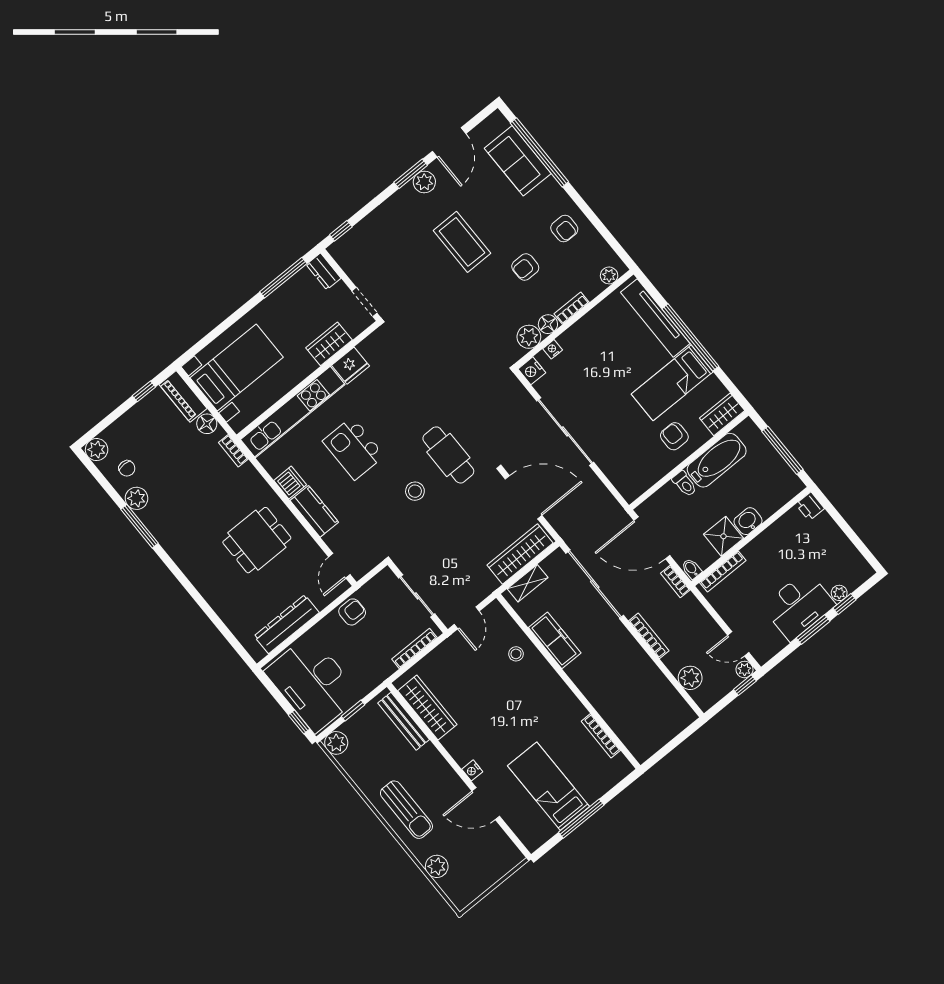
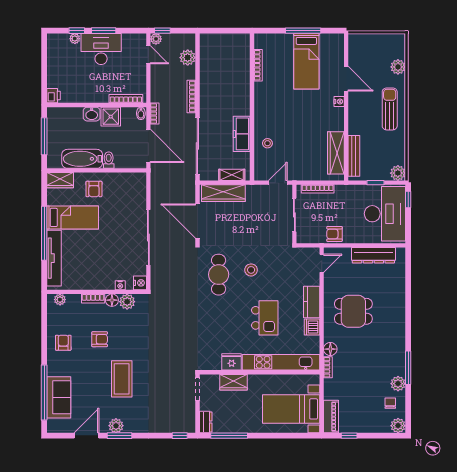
floor lamp: (207, 424) -> (330, 349), moved

